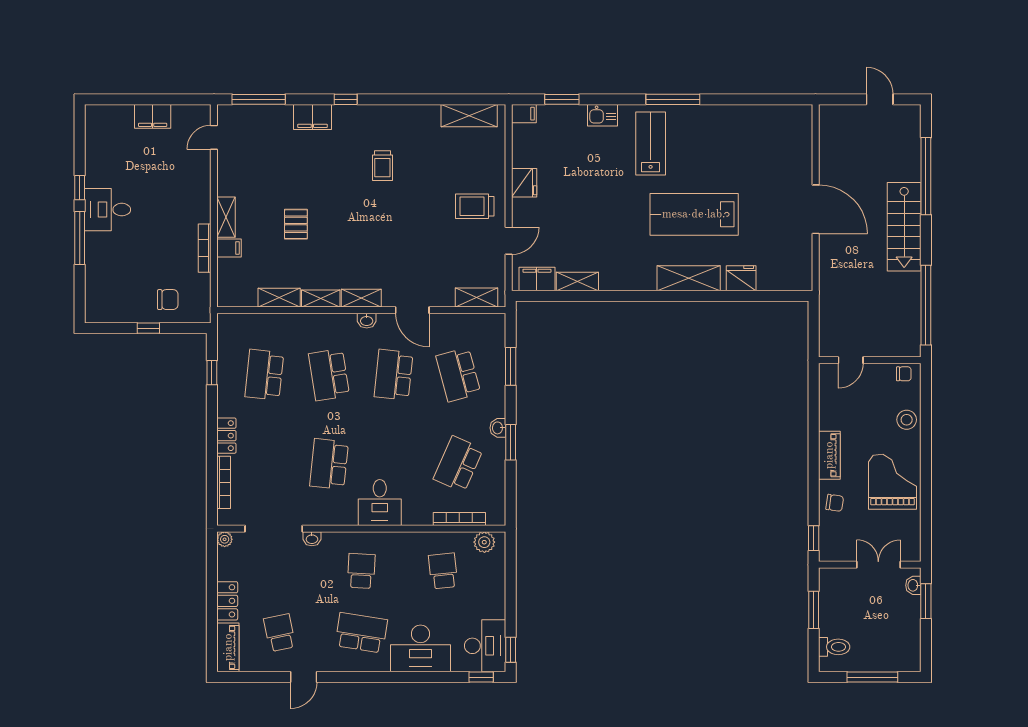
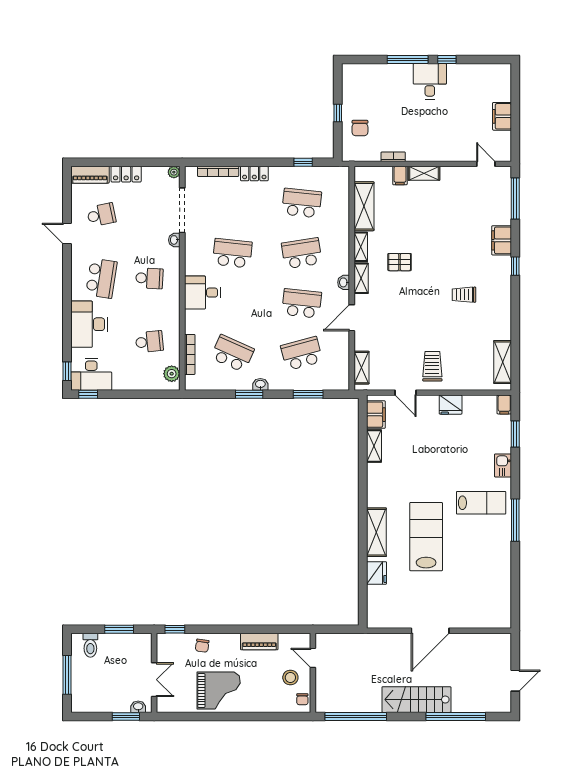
pallet: (296, 224) -> (400, 262), moved
bookcase: (205, 248) -> (393, 157), width x0.64
shelving: (279, 298) -> (364, 206), width x1.50, depth x1.33
stool: (907, 420) -> (290, 678), moved
piano: (829, 455) -> (259, 642), moved

